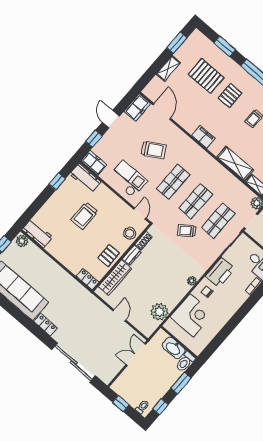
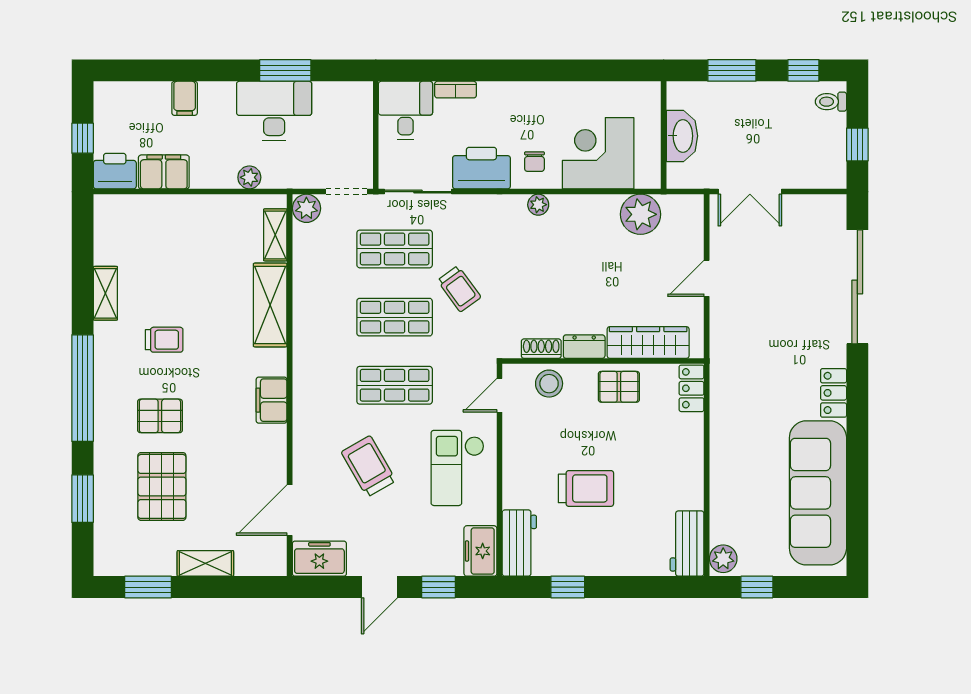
toilet: (185, 362) -> (688, 95), removed

